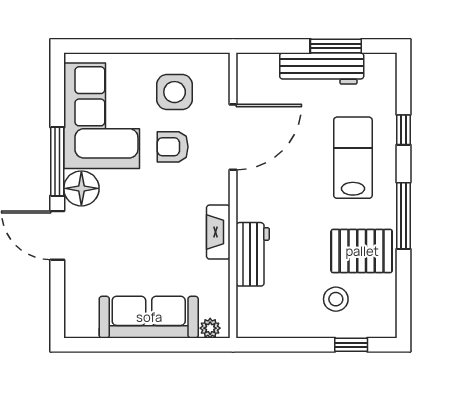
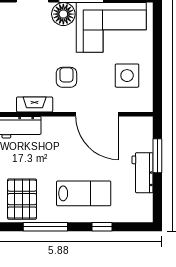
window: (336, 46) -> (157, 156), moved
workbench: (322, 68) -> (143, 173), width x0.73
armchair: (173, 147) -> (66, 77), moved

